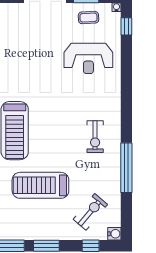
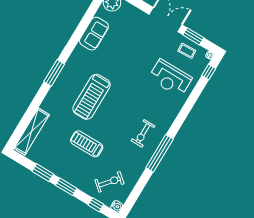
window: (126, 168) -> (160, 153), moved
treadmill: (40, 185) -> (87, 144), width x0.73, depth x0.73

